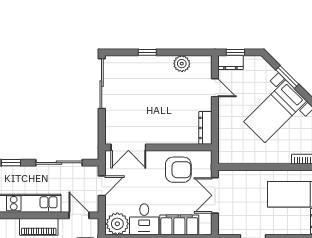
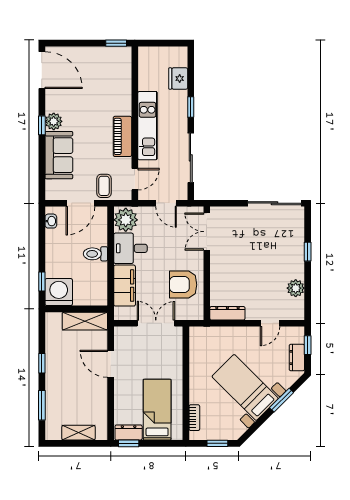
dresser: (230, 63) -> (297, 358), moved
armchair: (178, 170) -> (183, 285), turned 90

